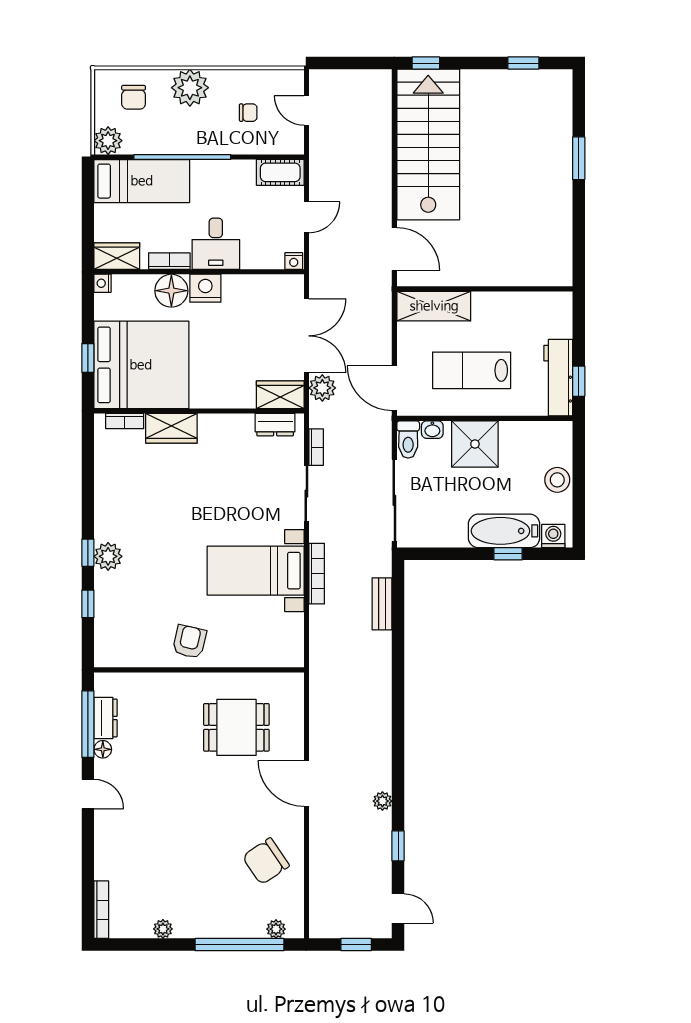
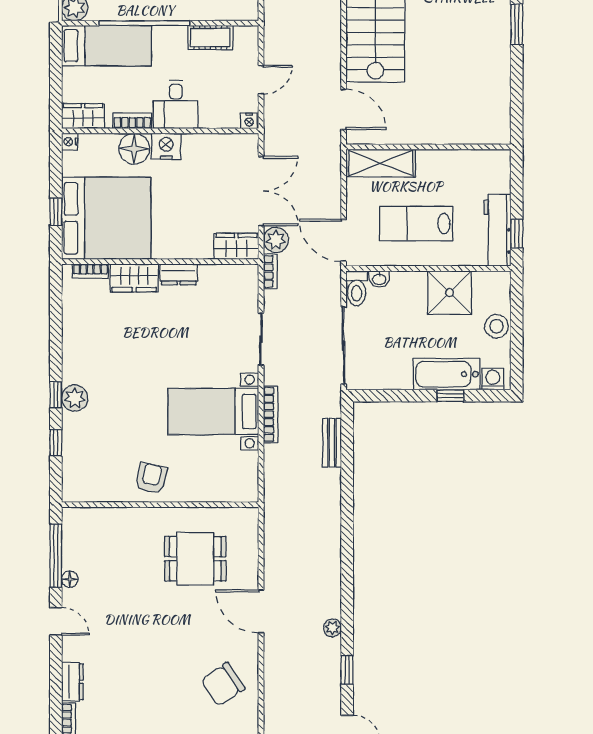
cot: (280, 172) -> (210, 38), moved
dresser: (275, 425) -> (179, 274), moved
shower: (475, 444) -> (450, 293), moved
bookcase: (316, 447) -> (270, 271), moved
dresser: (106, 718) -> (72, 682), moved

